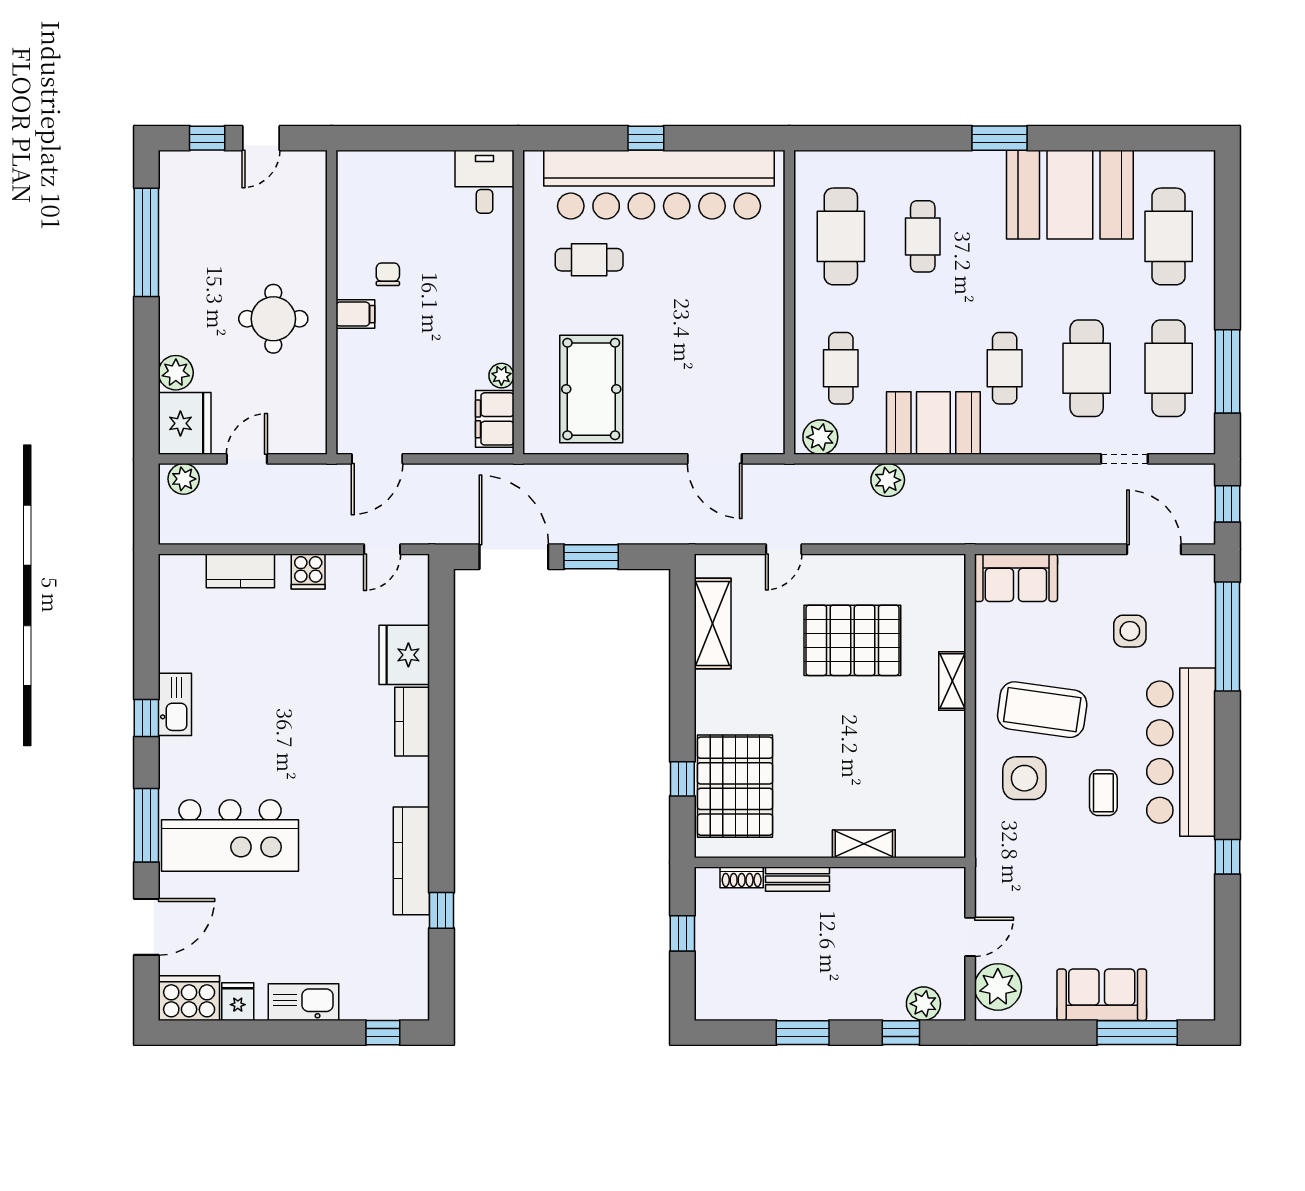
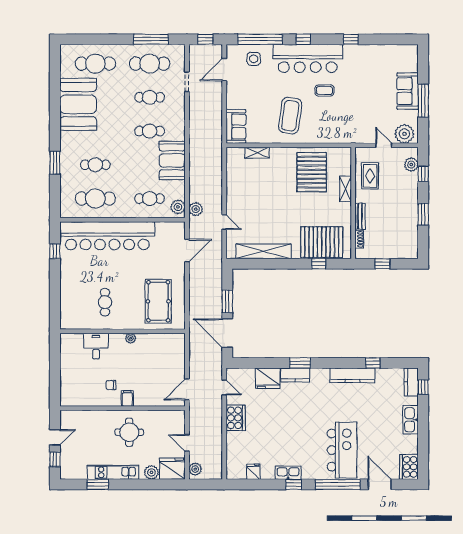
door: (261, 138) -> (55, 437), hinge flipped
window: (646, 138) -> (55, 251), moved
window: (999, 138) -> (55, 163), moved
desk: (484, 182) -> (96, 346), moved, turned 90
bar counter: (659, 185) -> (107, 236), moved, turned 90
window: (146, 242) -> (98, 484), width x0.47
kitchen unit: (176, 279) -> (113, 472), added
cafe table: (1087, 368) -> (150, 97), width x0.73, depth x0.74
plant: (501, 376) -> (131, 338), moved
pool table: (591, 389) -> (158, 301), turned 90
filing cabinet: (495, 419) -> (170, 341), removed
door: (377, 459) -> (187, 389), swing flipped
plant: (888, 480) -> (196, 209), moved
door: (514, 557) -> (227, 333), hinge flipped
kitchen counter: (240, 571) -> (411, 382), moved, turned 180
cooker: (308, 572) -> (236, 418), width x1.87, depth x1.31
shelving: (713, 624) -> (263, 251), width x1.47
side table: (1130, 631) -> (254, 59), moved
pallet: (852, 640) -> (312, 172), moved
shelving: (952, 681) -> (257, 153), moved
window: (442, 734) -> (300, 363), added
window: (1228, 741) -> (303, 39), added
side table: (1024, 778) -> (318, 123), removed
window: (146, 825) -> (338, 484), width x1.46
rug: (896, 903) -> (370, 176), added
fridge: (238, 1002) -> (253, 472), moved, turned 90
window: (1137, 1033) -> (423, 101), moved

